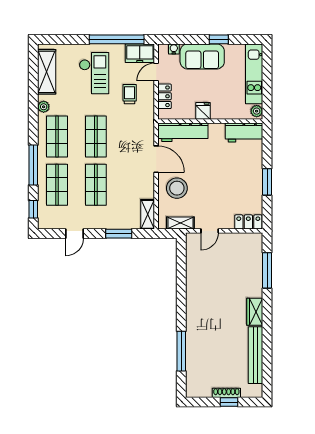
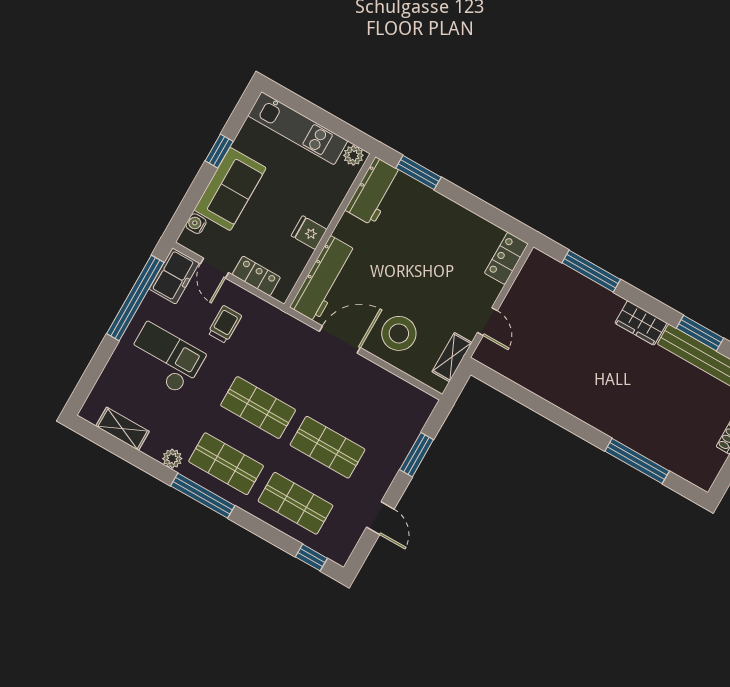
shelving: (47, 72) -> (123, 429), width x0.67, depth x0.75
trolley: (130, 94) -> (225, 324), turned 90
window: (33, 165) -> (203, 496), moved
window: (267, 182) -> (418, 173), moved
shelving: (148, 214) -> (413, 397), removed
window: (267, 346) -> (700, 333), added

